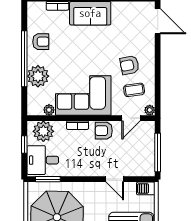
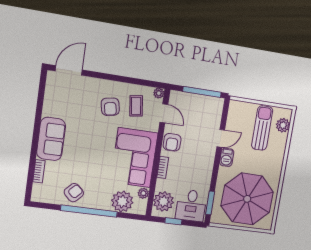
armchair: (41, 42) -> (74, 193), turned 44
plant: (38, 76) -> (122, 201), moved
barbecue: (146, 188) -> (227, 157), moved

